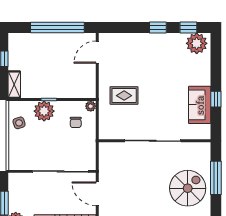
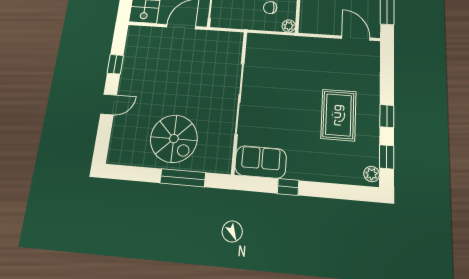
plant: (197, 43) -> (372, 174), width x0.53, depth x0.53
rug: (124, 96) -> (338, 115), moved, width x1.36, depth x1.43
sofa: (200, 105) -> (261, 162), moved

